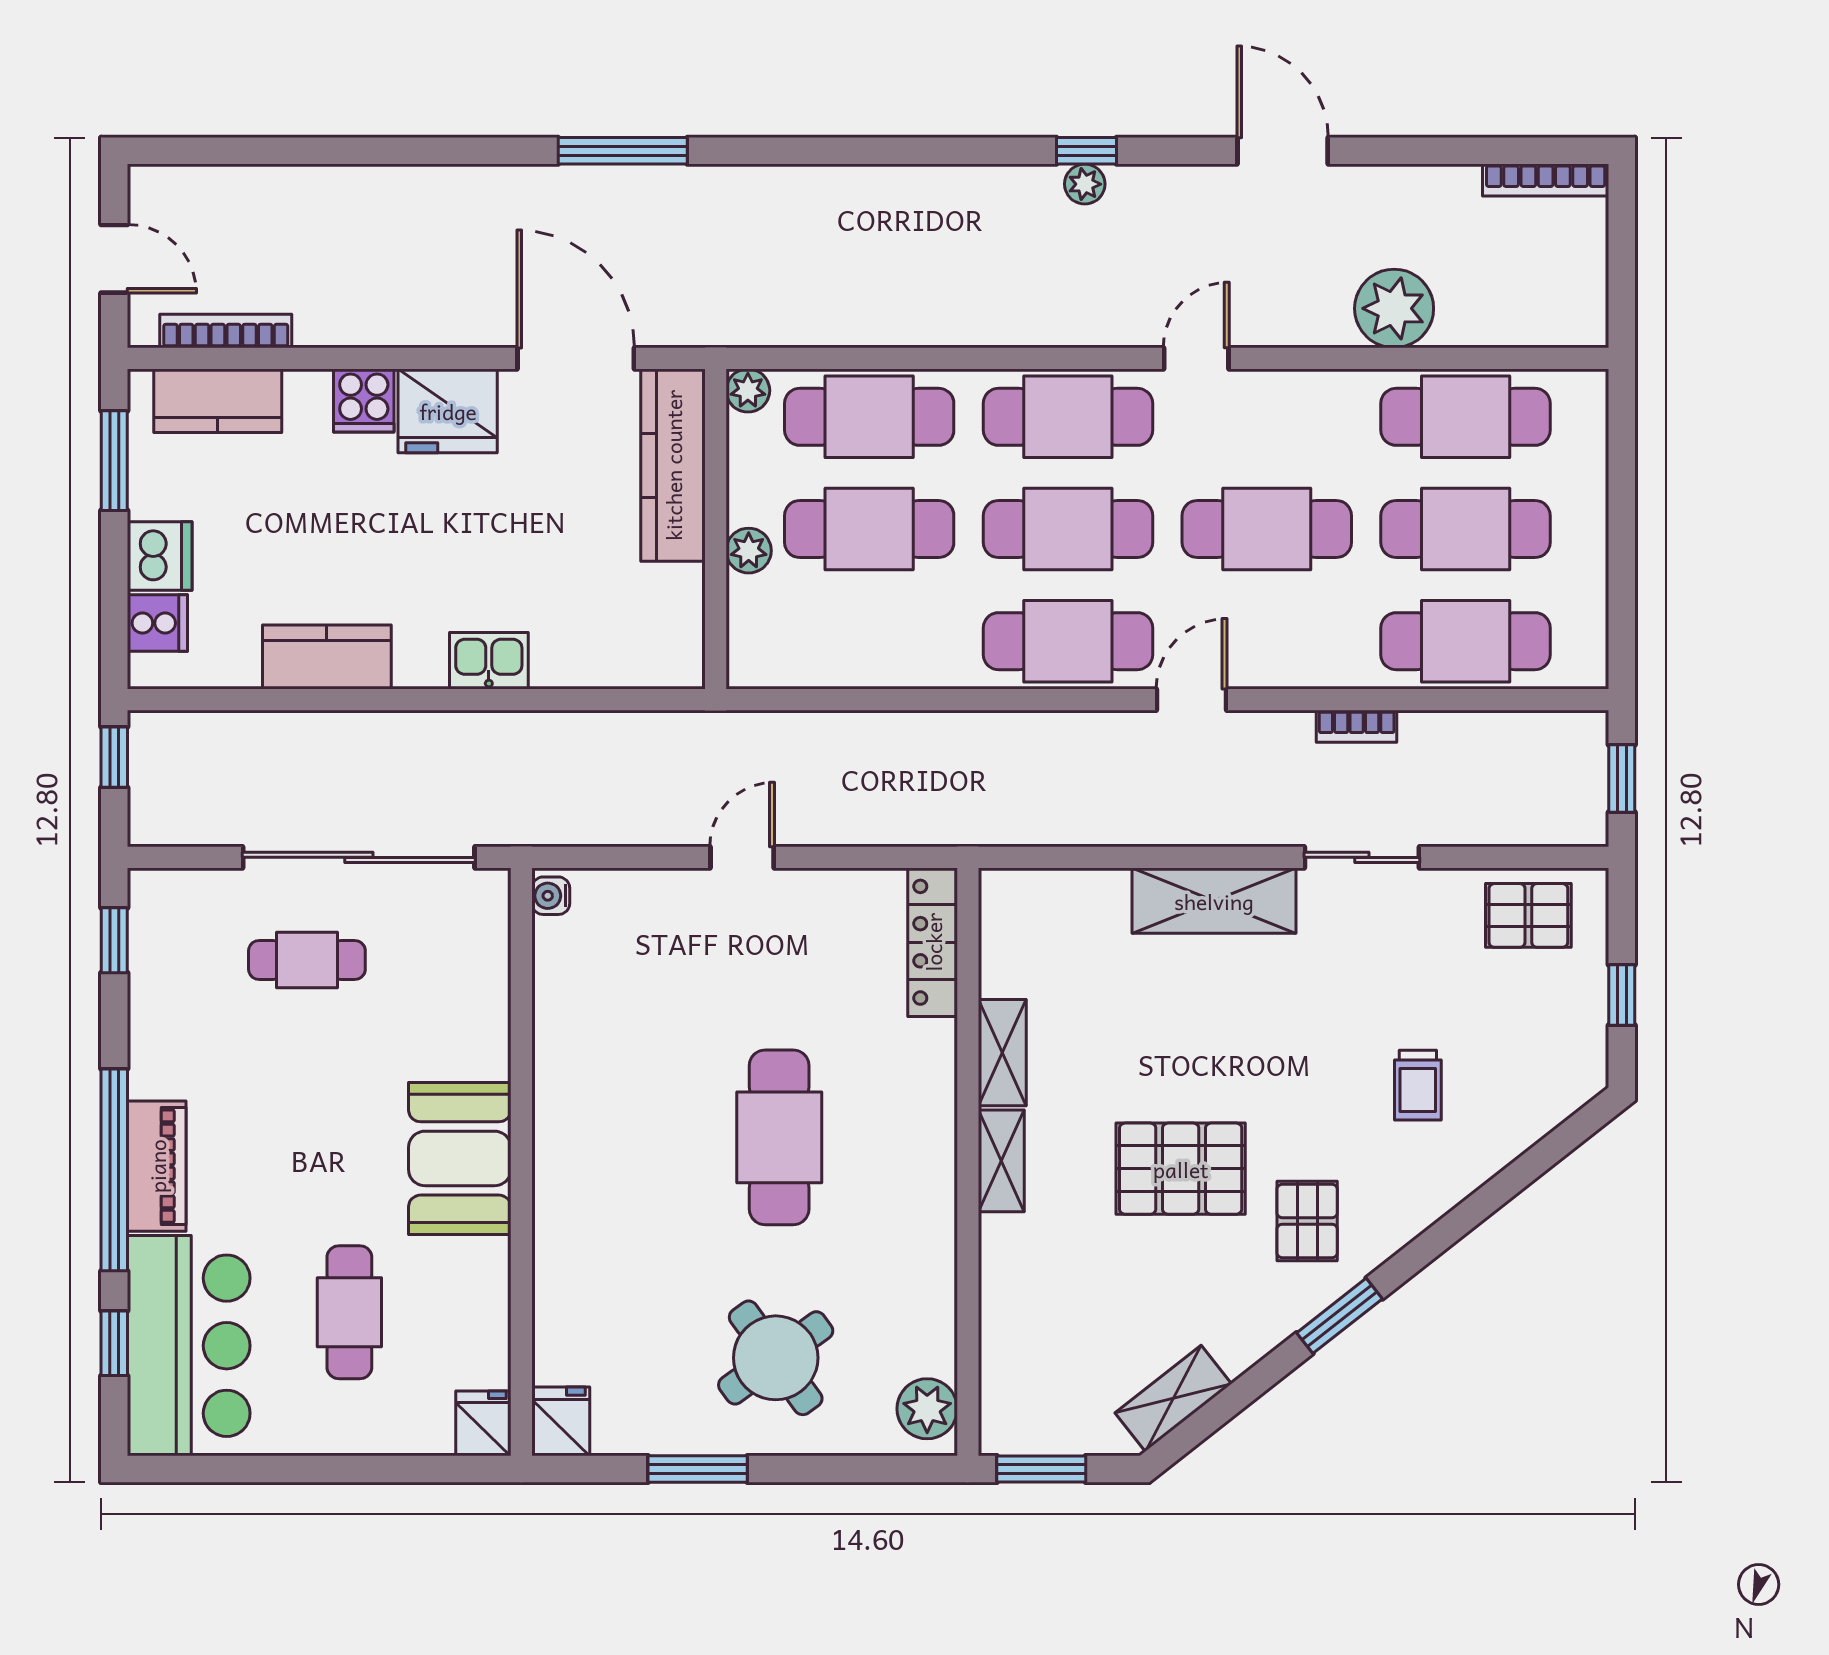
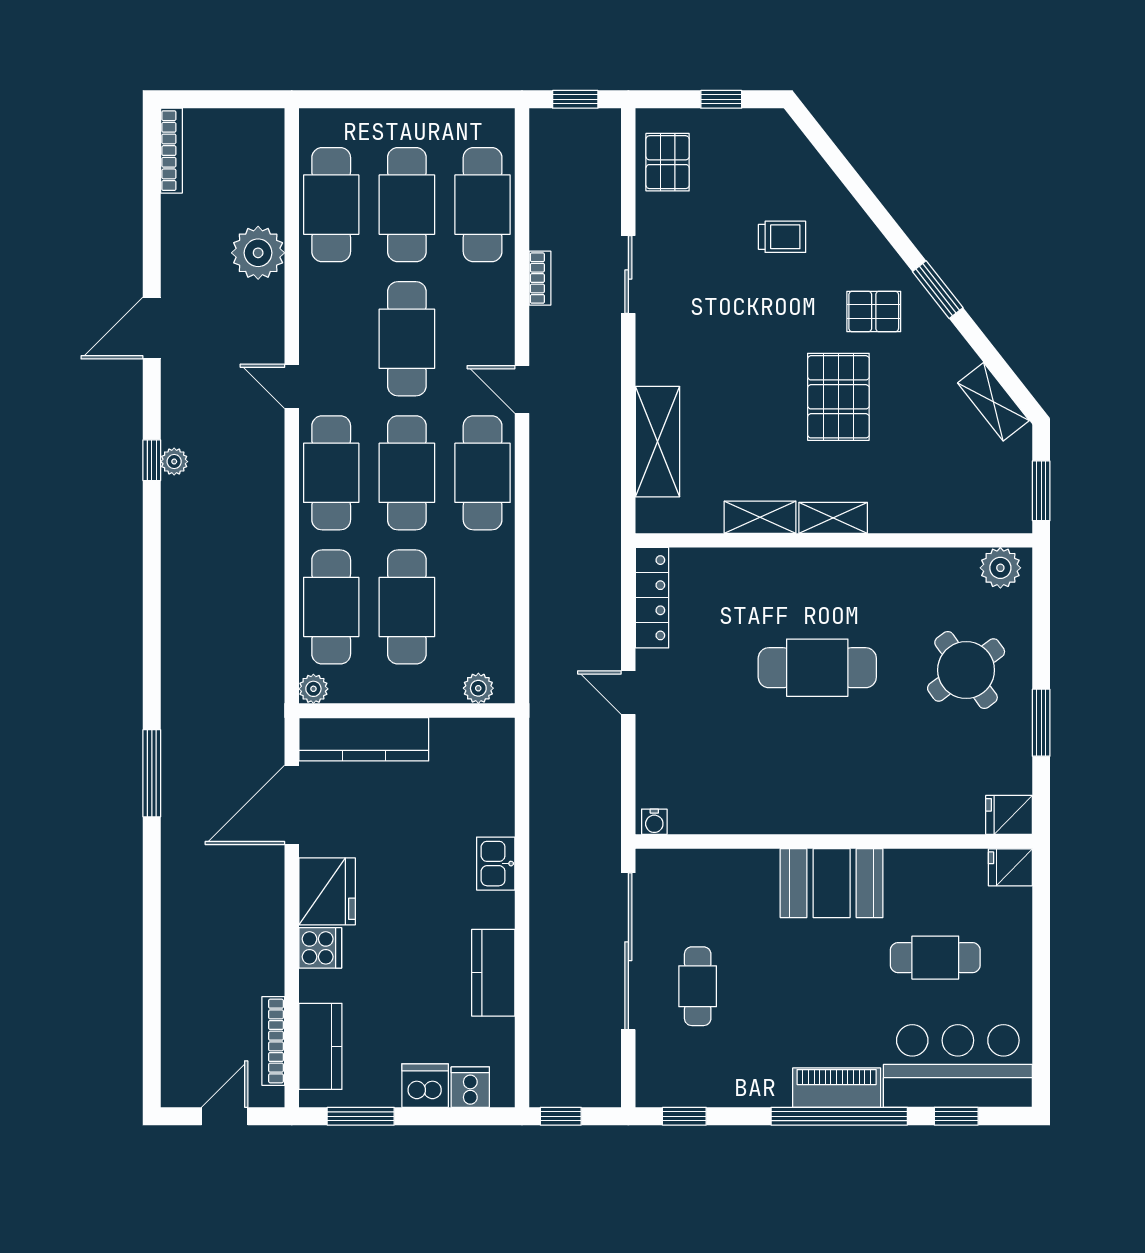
plant: (749, 551) -> (478, 688), moved
shelving: (1214, 901) -> (658, 442), moved
locker: (933, 942) -> (652, 598), moved, turned -90

